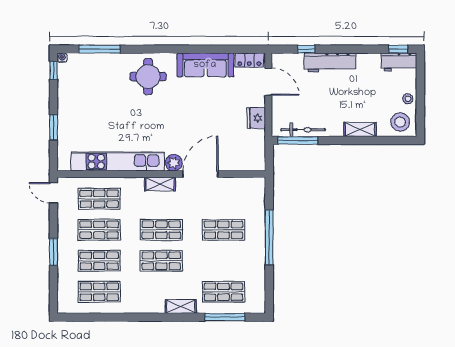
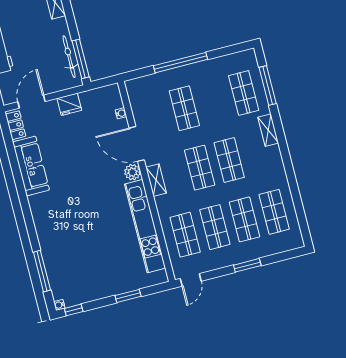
round table: (148, 77) -> (56, 218), removed
water cooler: (234, 166) -> (121, 113), added

